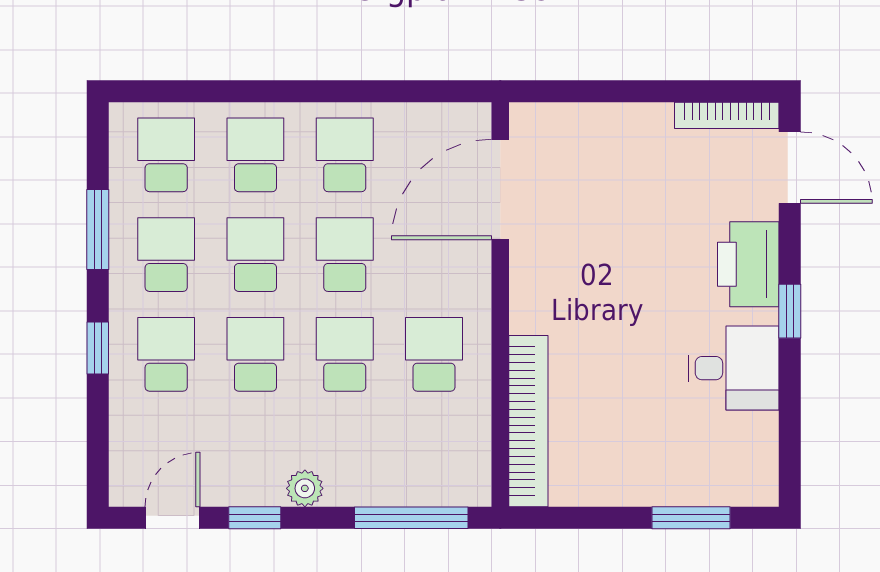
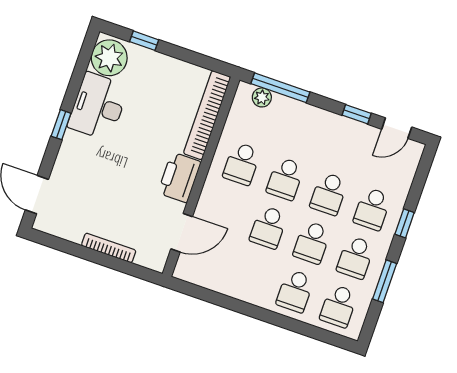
bookcase: (727, 115) -> (109, 248), moved
school desk: (345, 155) -> (252, 276), removed
door: (500, 190) -> (182, 233), width x0.73
printer: (748, 264) -> (179, 177), moved, turned 180
desk: (733, 368) -> (98, 106), width x1.37
plant: (744, 464) -> (109, 58), added
plant: (305, 488) -> (262, 97), moved
window: (691, 518) -> (144, 41), width x0.67

